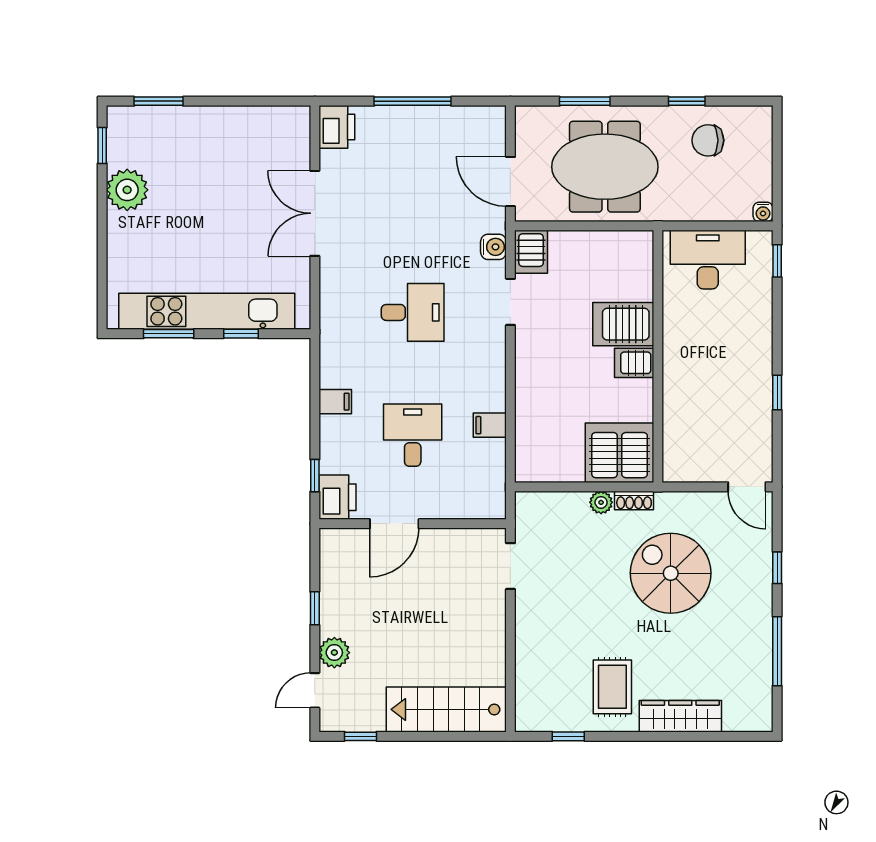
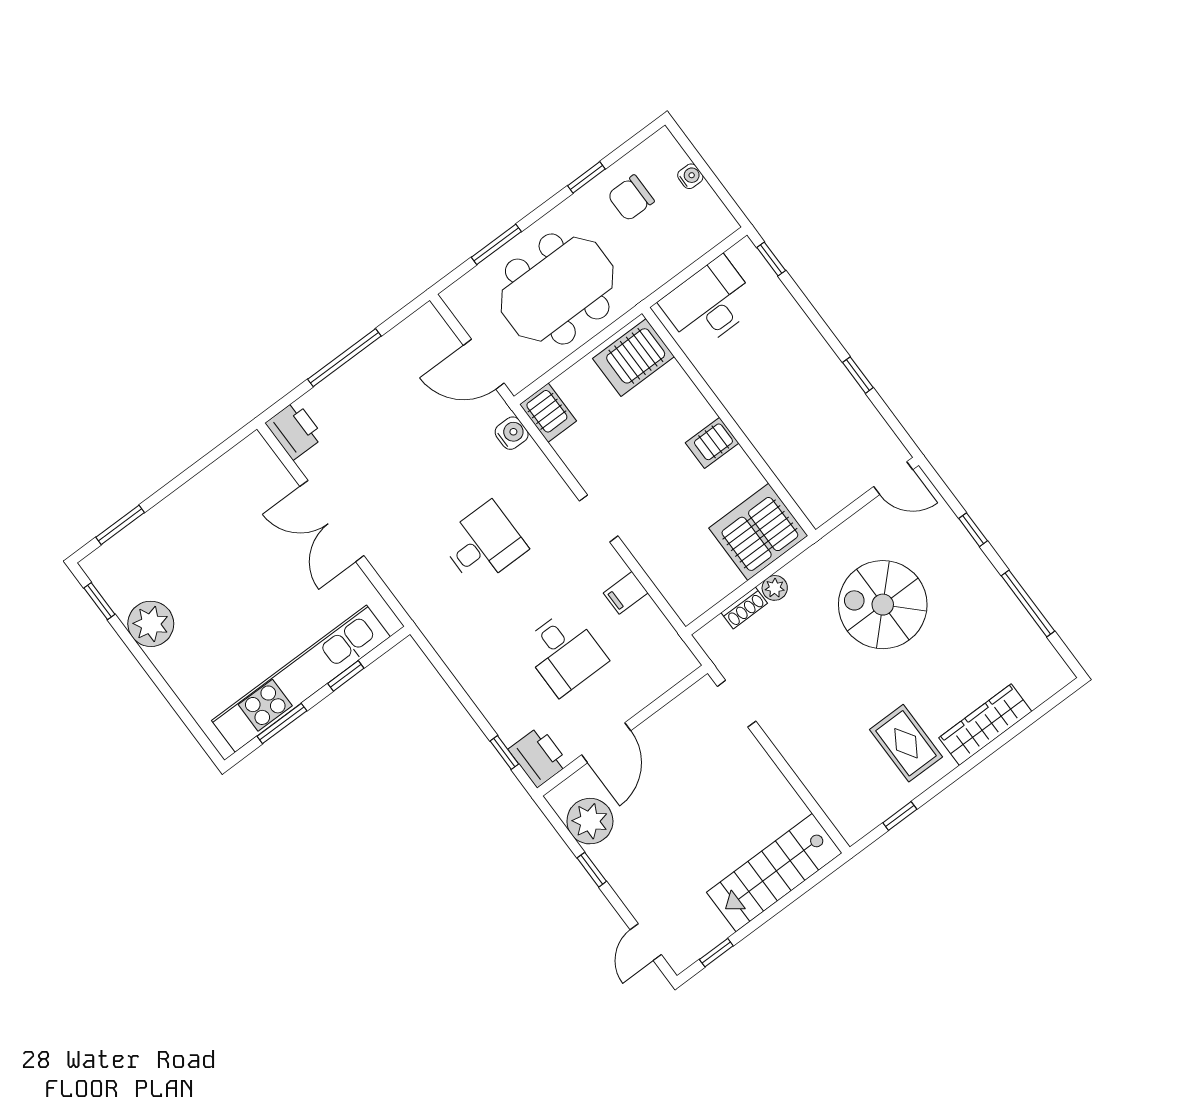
water cooler: (763, 212) -> (690, 176), moved, turned -90
doorway: (510, 302) -> (599, 518), moved
server rack: (623, 324) -> (634, 358), moved
filing cabinet: (335, 402) -> (474, 674), removed
desk: (413, 435) -> (564, 652), turned 180
shoe rack: (634, 500) -> (744, 608), moved
plant: (334, 653) -> (590, 821), moved, width x1.36, depth x1.36

